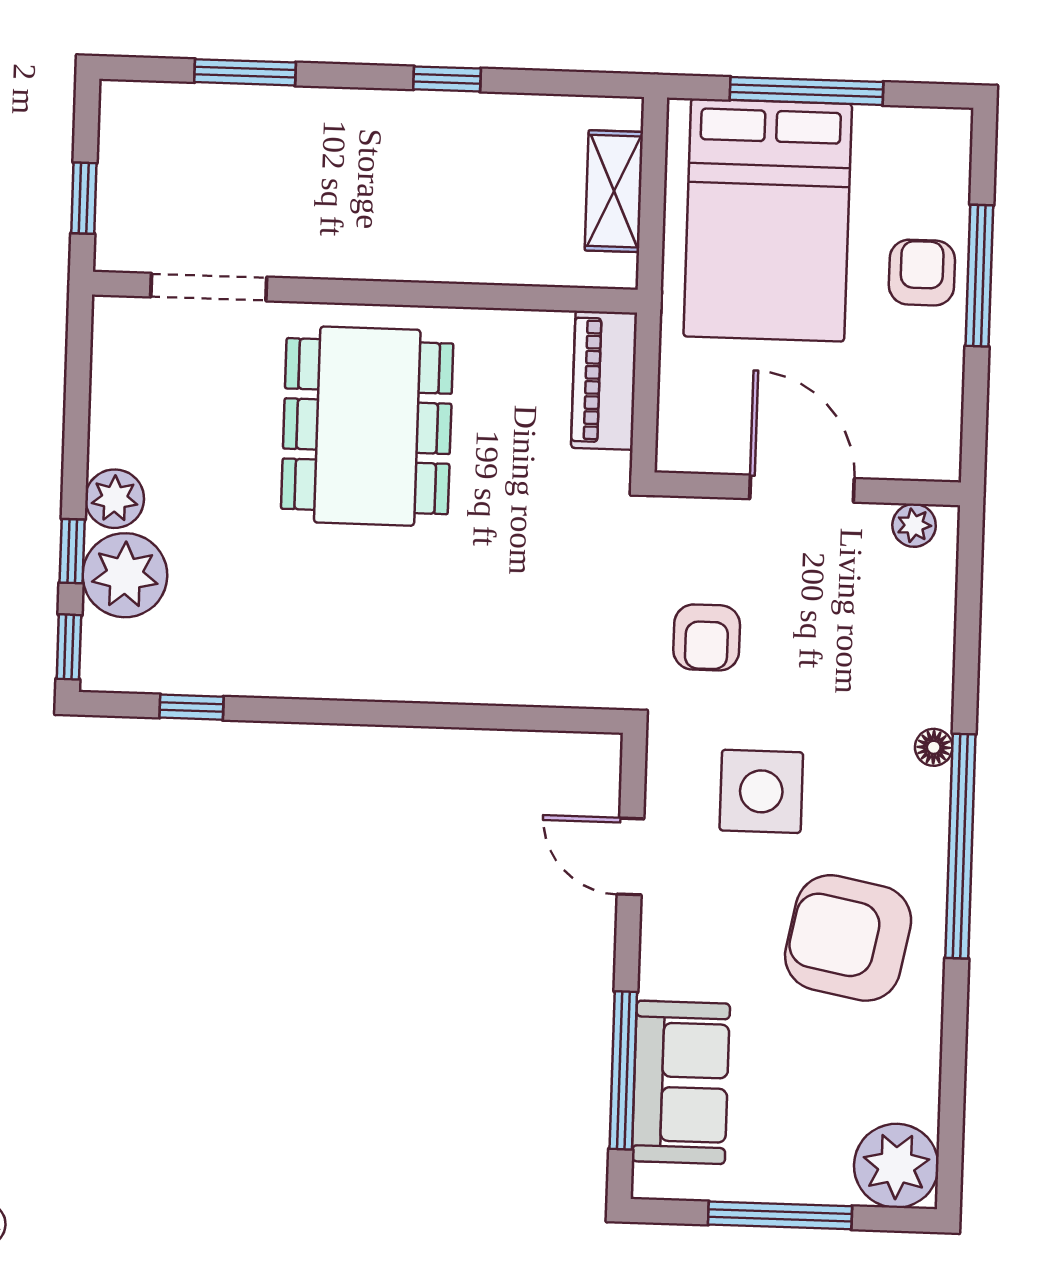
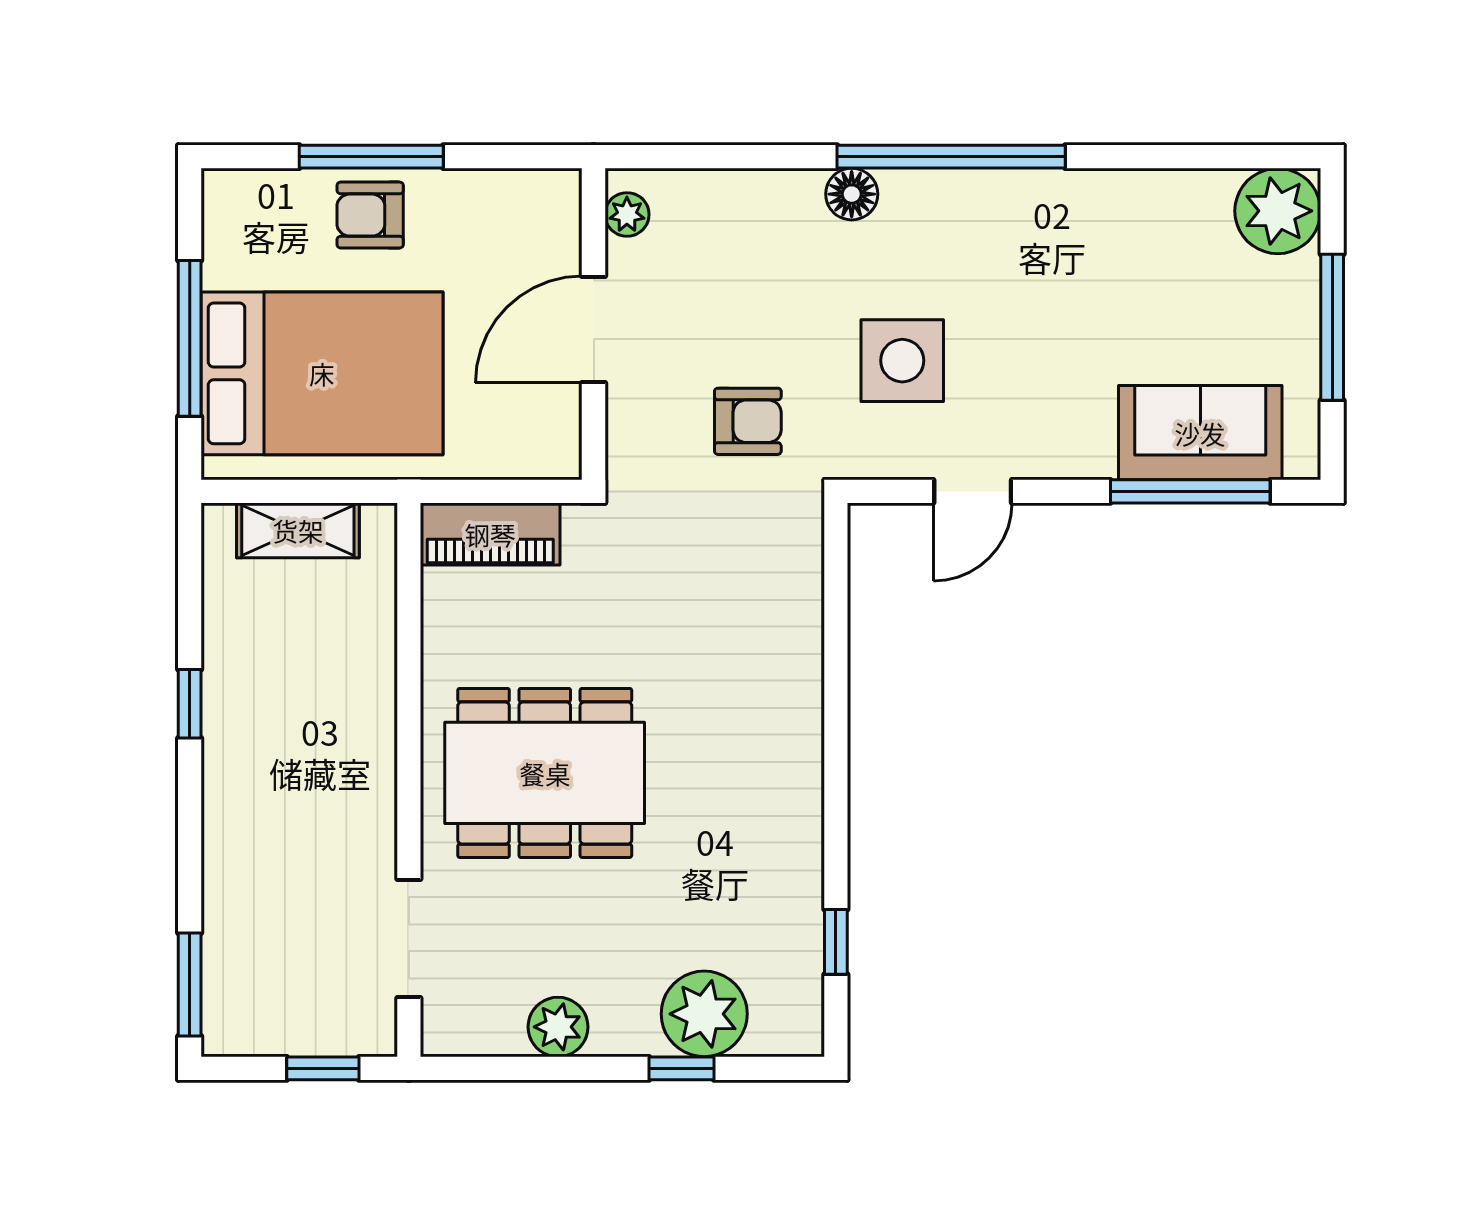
window: (245, 72) -> (190, 985), moved
plant: (115, 499) -> (558, 1027), moved
window: (69, 647) -> (779, 1068), removed
floor lamp: (934, 747) -> (852, 194), width x1.37, depth x1.37
armchair: (848, 938) -> (1048, 268), removed

